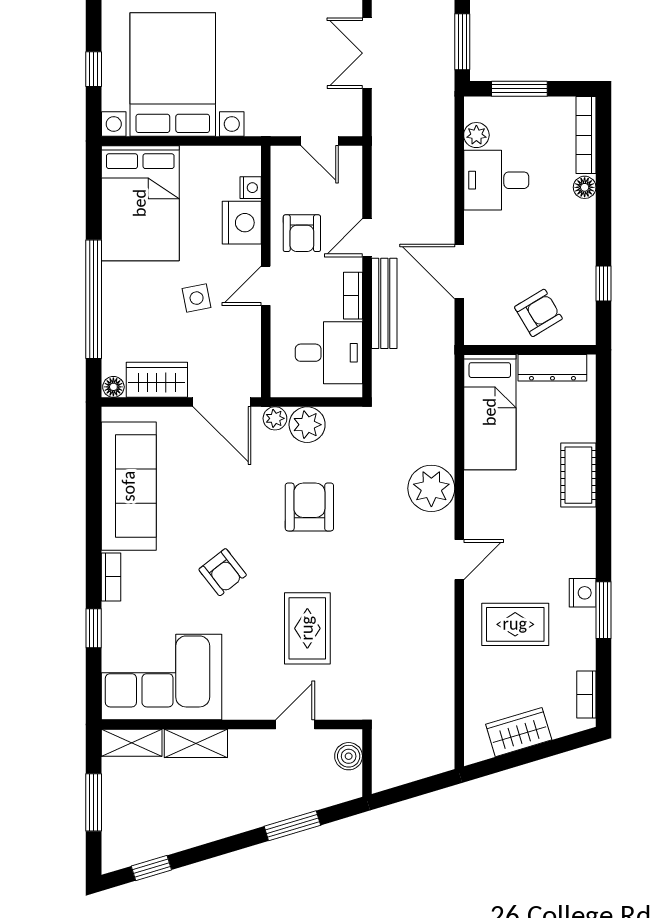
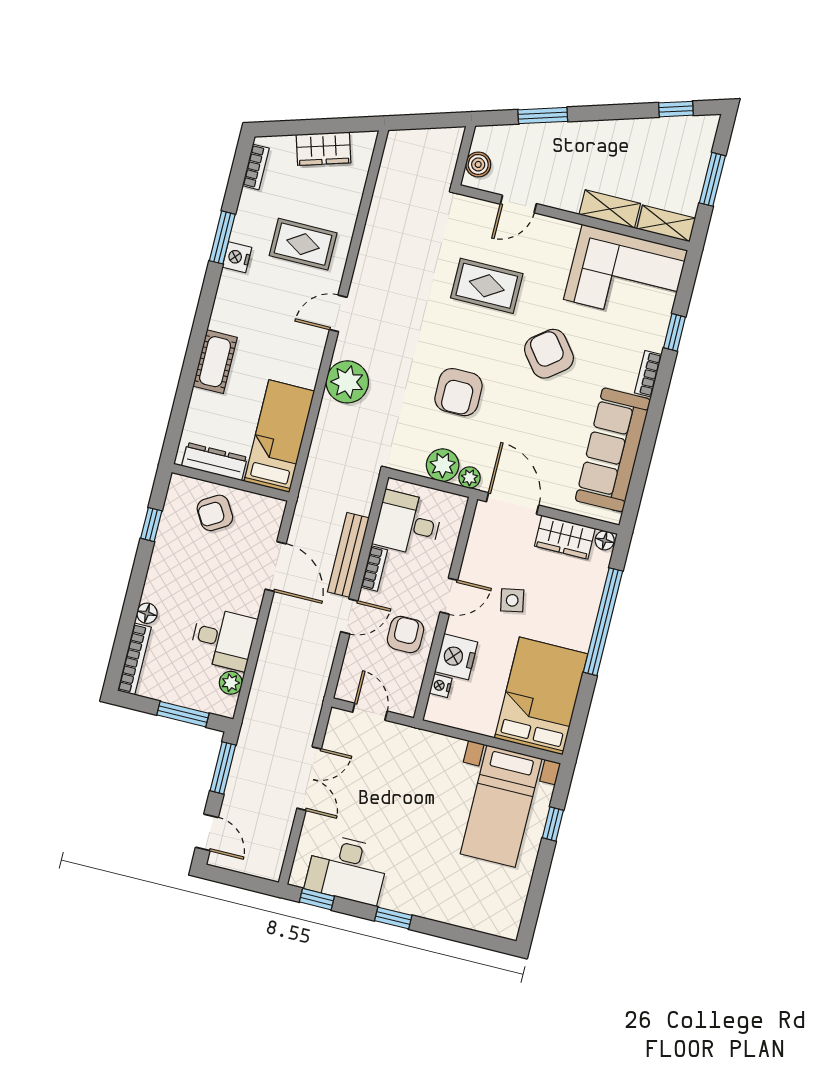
bed with nightstands: (173, 74) -> (501, 806), width x0.73
armchair: (223, 572) -> (549, 354), width x1.38, depth x1.38
rug: (307, 628) -> (487, 286), turned 90

